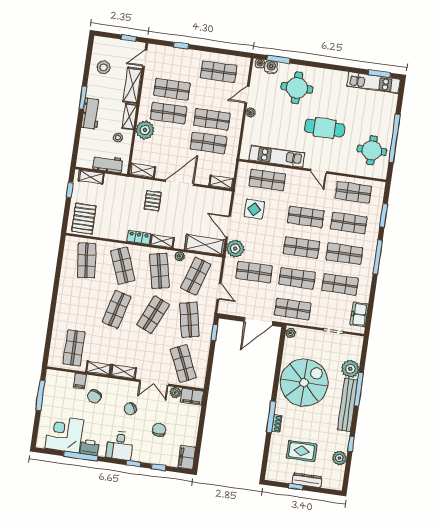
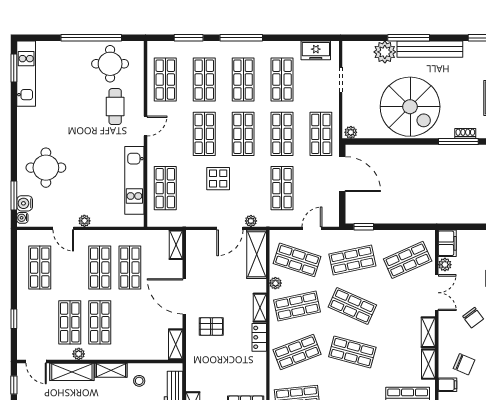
cafe table: (325, 128) -> (115, 107), moved, width x0.73, depth x0.74
plant: (145, 130) -> (79, 354), moved, width x0.53, depth x0.53
display table: (254, 209) -> (218, 179), moved
plant: (235, 249) -> (251, 221), width x0.53, depth x0.53
spiral stairs: (304, 383) -> (410, 107), turned 180

